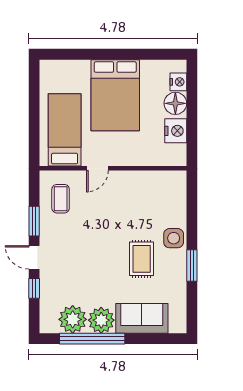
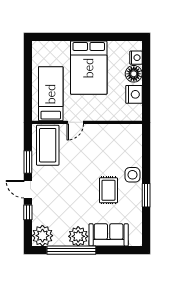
coffee table: (61, 199) -> (48, 145), width x1.86, depth x1.72
plant: (73, 319) -> (42, 236), moved

